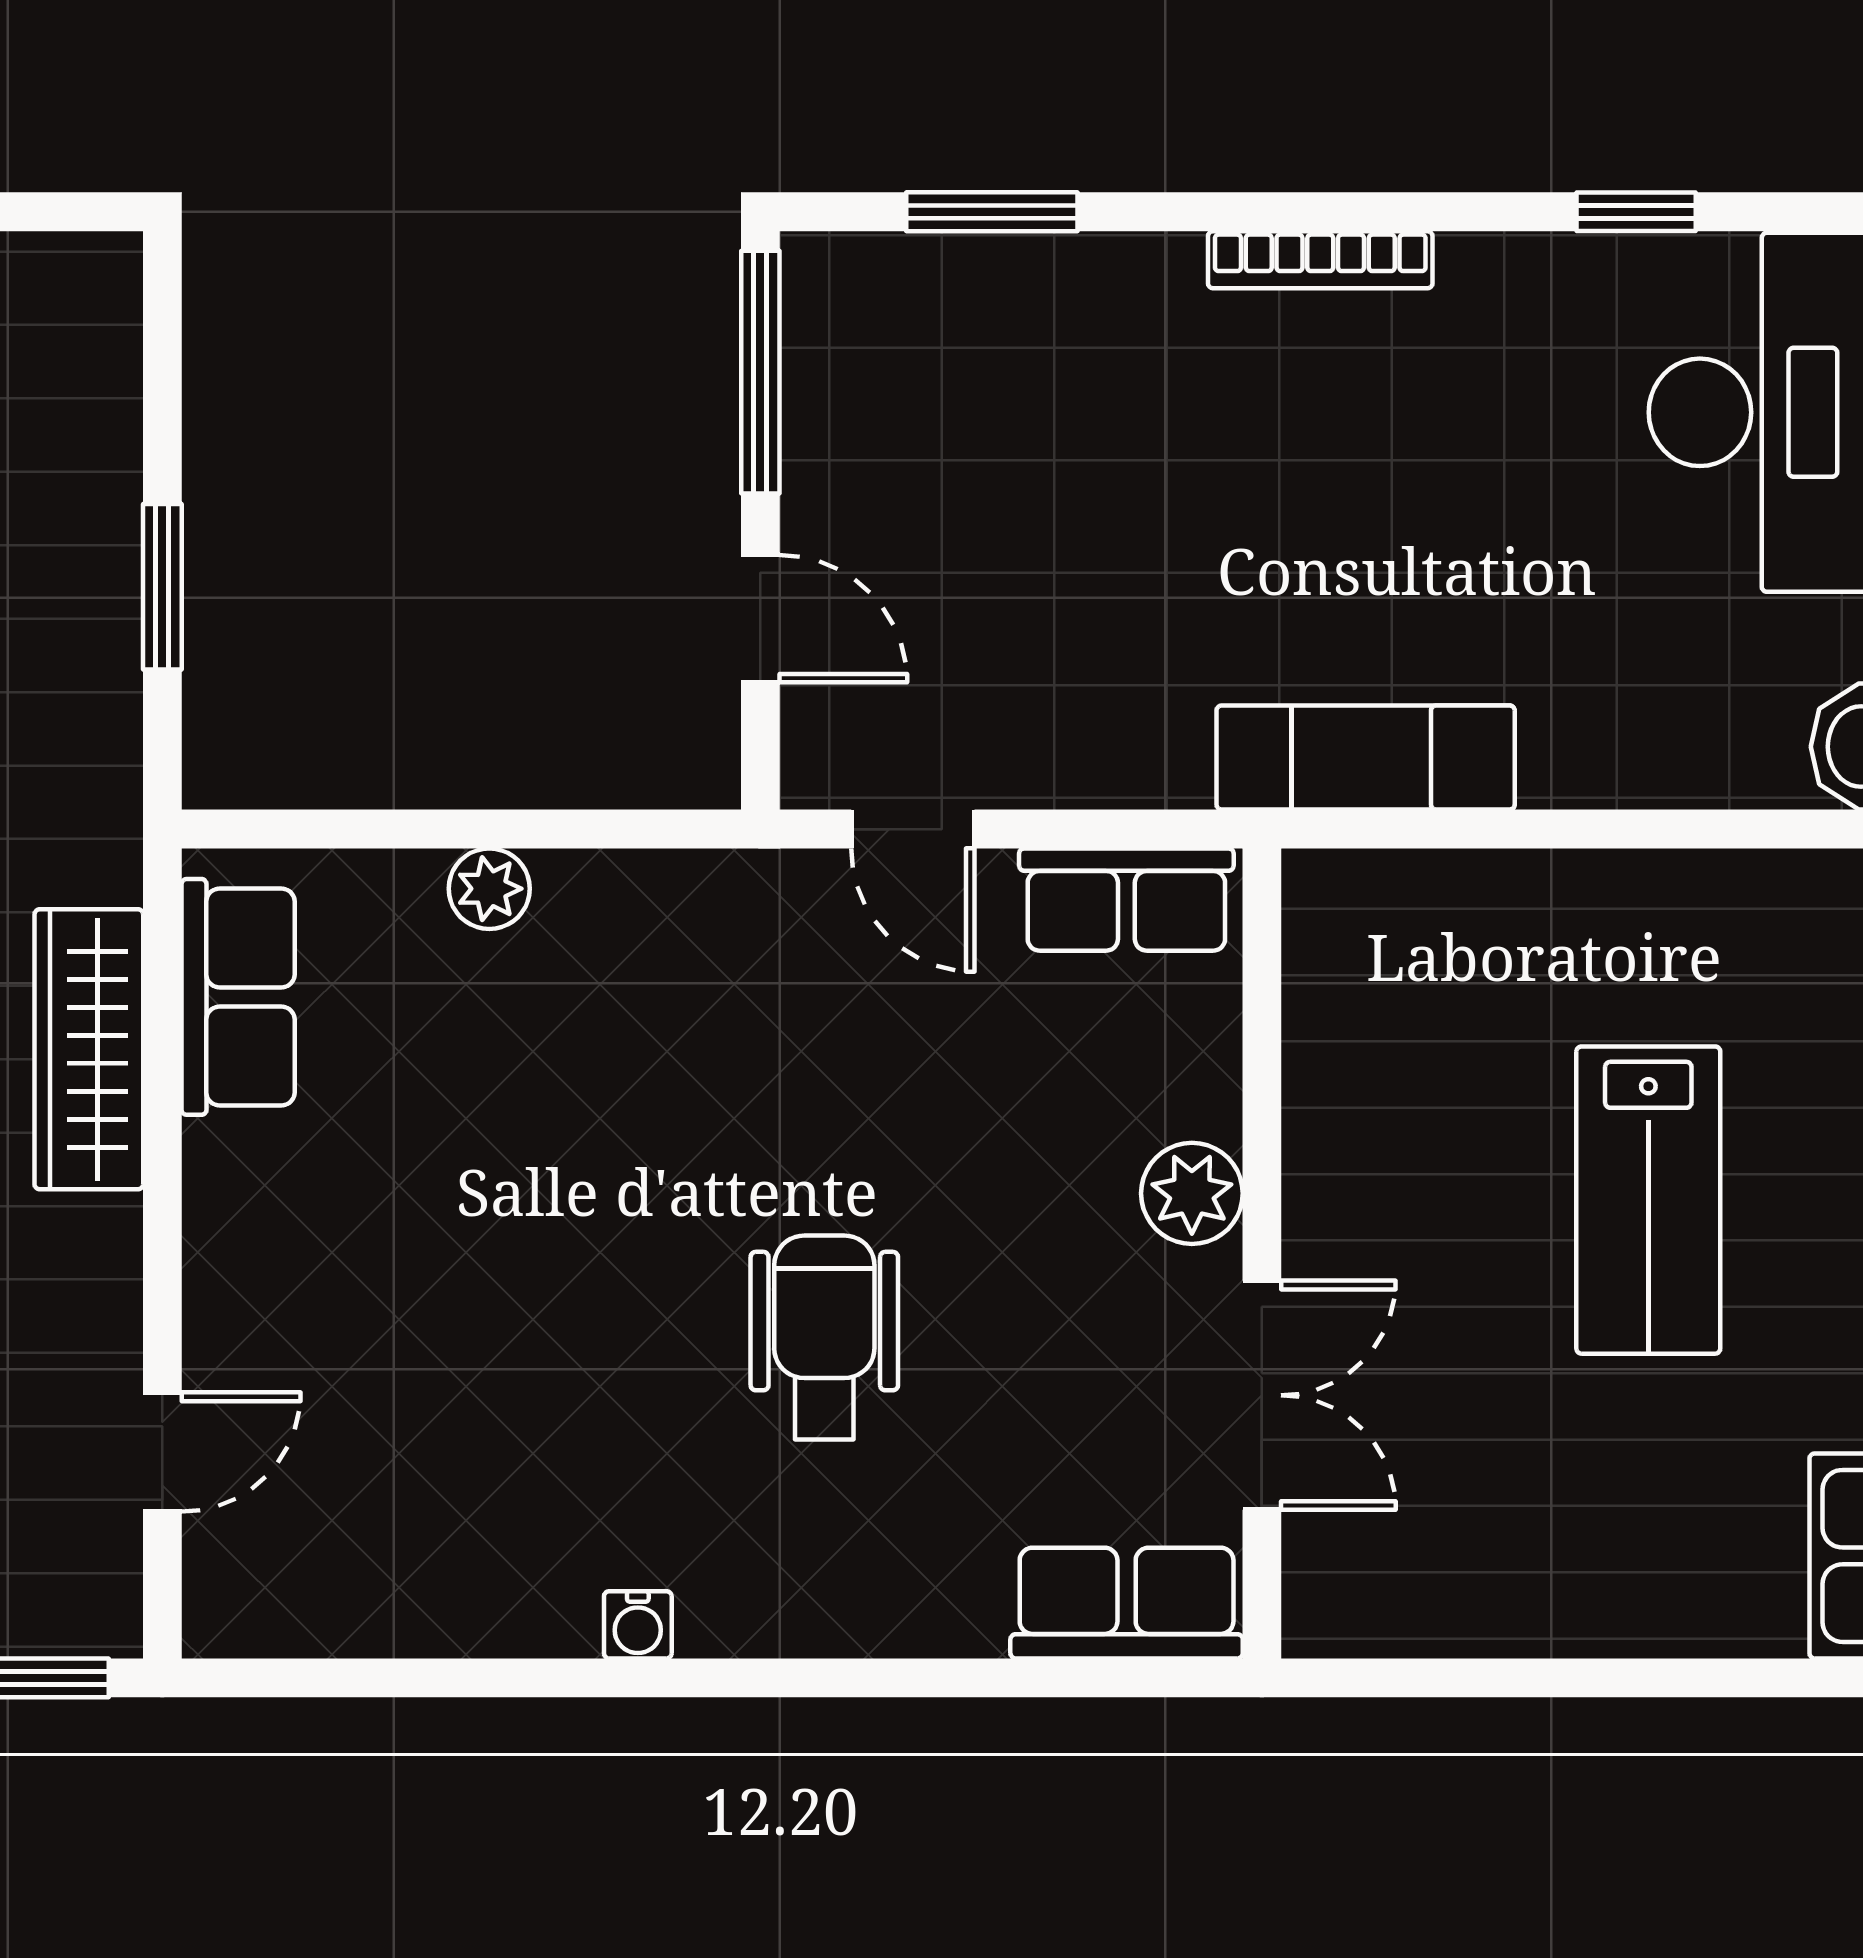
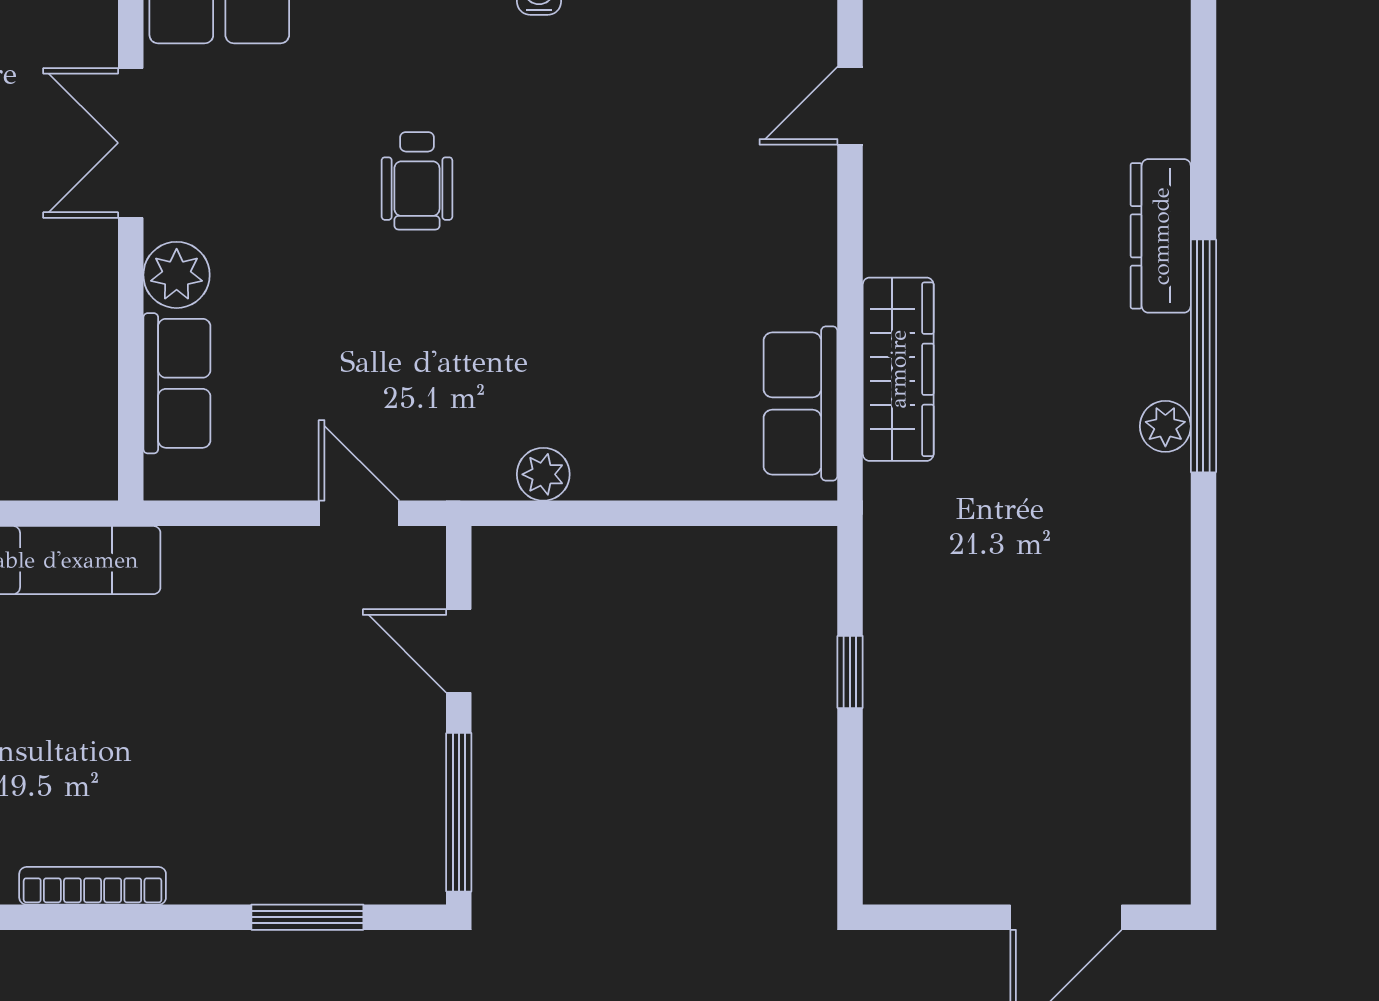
window: (162, 587) -> (850, 672), width x0.67
plant: (489, 889) -> (543, 474), moved
row of seats: (1126, 900) -> (177, 383), moved, turned 90
wheelchair: (824, 1337) -> (417, 181), width x0.73, depth x0.73

